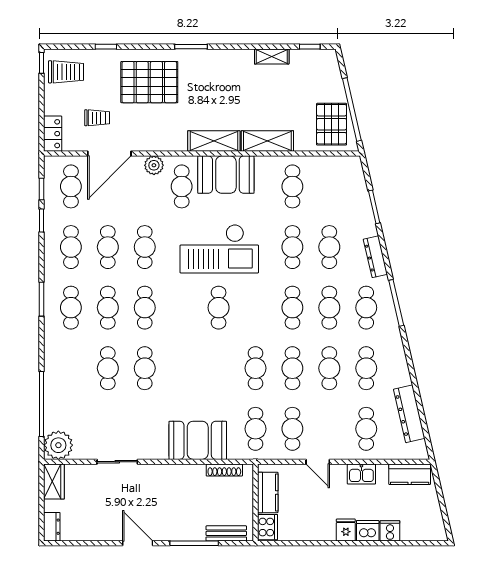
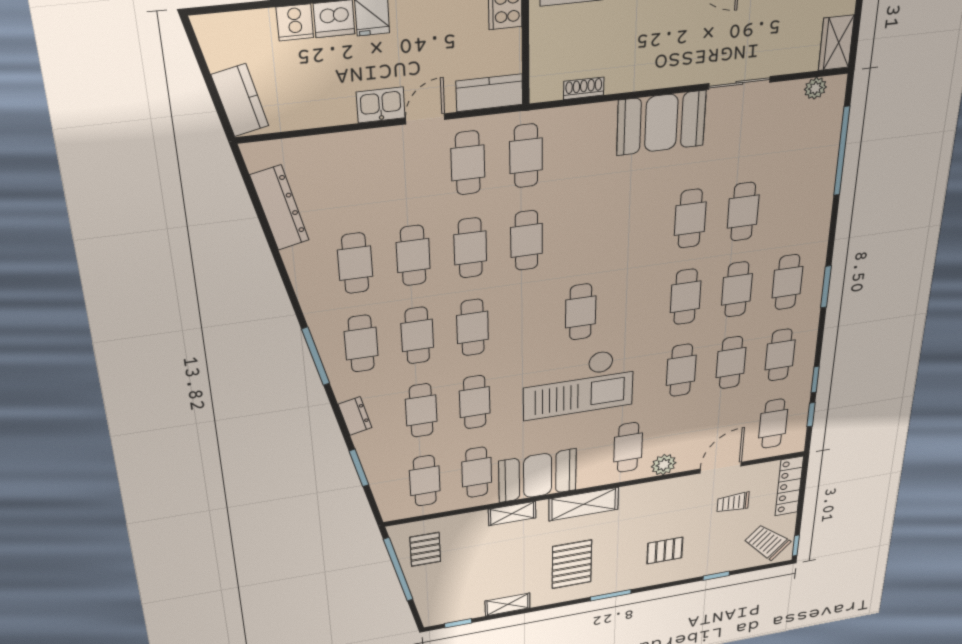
trolley: (66, 72) -> (767, 542), turned 43
pallet: (149, 82) -> (665, 551), width x0.49, depth x0.50
pallet: (222, 85) -> (572, 564), added
pallet: (332, 124) -> (425, 549), width x0.67, depth x0.71
locker: (53, 134) -> (789, 486), width x1.53
shelving: (267, 141) -> (512, 514), width x0.67, depth x0.75
door: (109, 154) -> (721, 468), width x0.73
booth: (226, 175) -> (538, 476), moved
checkout: (219, 249) -> (579, 384), turned 180
dresser: (375, 257) -> (355, 416), width x0.70
cafe table: (366, 429) -> (425, 481), moved
booth: (198, 440) -> (661, 123), moved
plant: (58, 445) -> (815, 88), width x0.53, depth x0.53
door: (318, 462) -> (425, 119), hinge flipped
shoe rack: (224, 470) -> (584, 88), width x0.70
kitchen sink: (361, 474) -> (381, 105), moved
kitchen counter: (410, 474) -> (240, 100), moved, turned 77
kitchen counter: (268, 492) -> (489, 93), moved, turned 90

